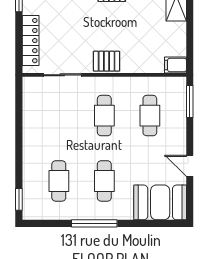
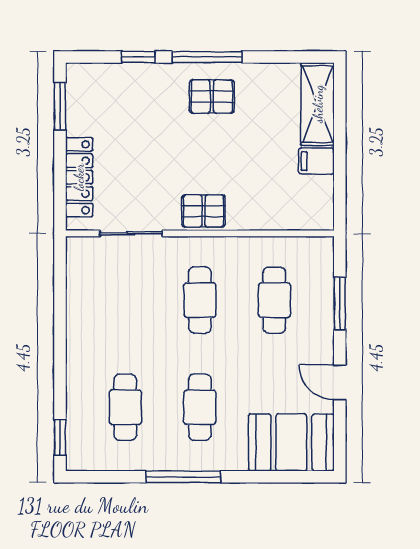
filing cabinet: (176, 65) -> (317, 161), moved
window: (190, 101) -> (340, 303), moved

